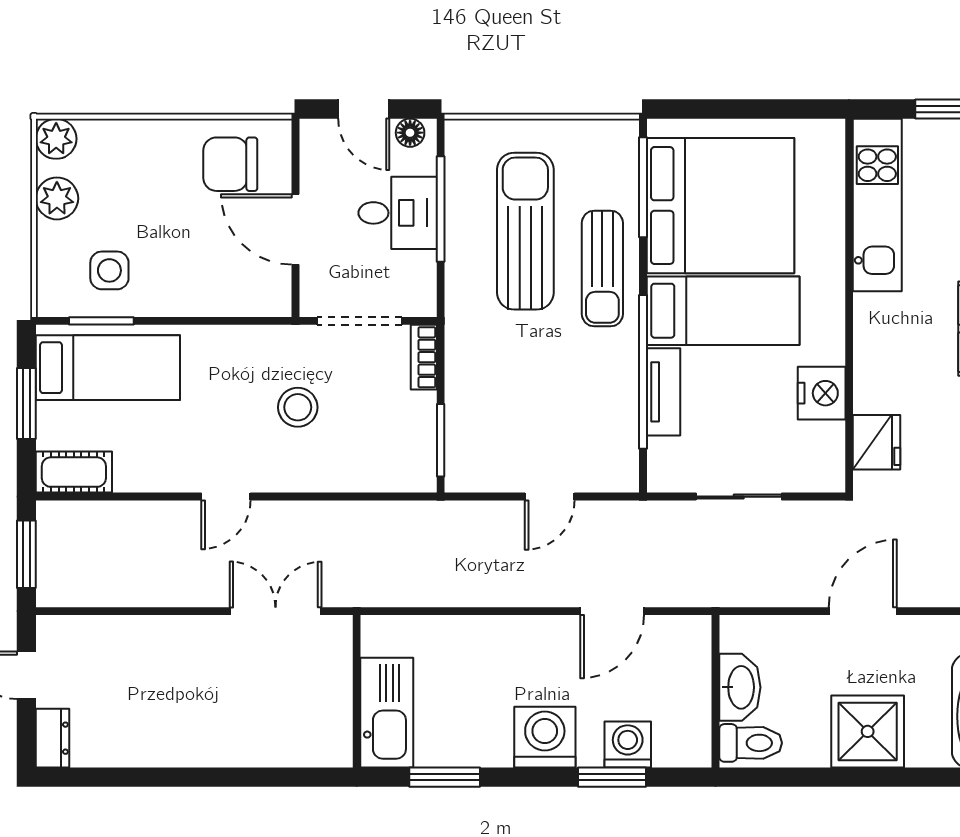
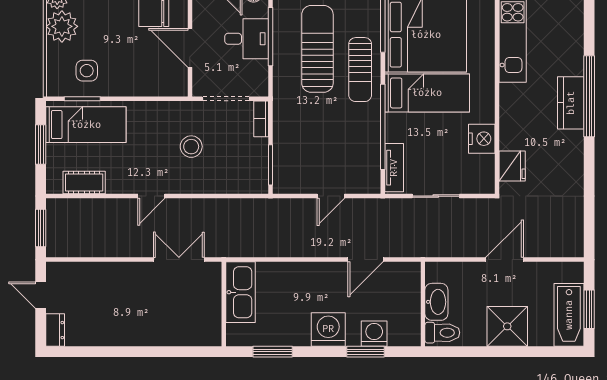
plant: (57, 198) -> (62, 26), width x1.36, depth x1.36
tv unit: (664, 392) -> (394, 168), moved
cot: (74, 472) -> (84, 182), moved
kitchen sink: (387, 713) -> (241, 292), moved

